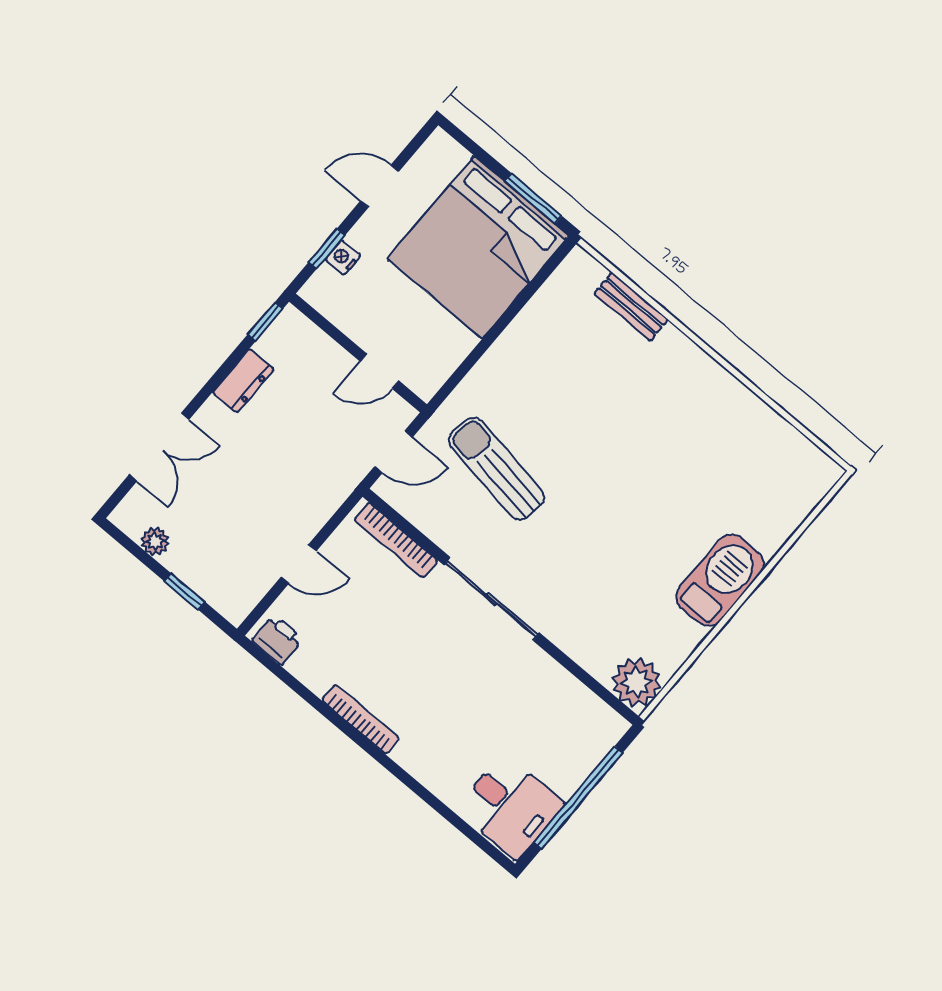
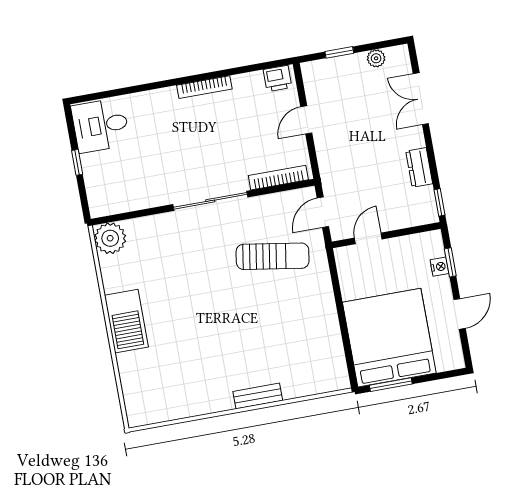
bench: (631, 307) -> (258, 396), moved
window: (578, 798) -> (77, 162), width x0.32

